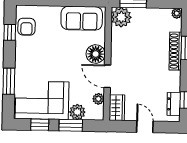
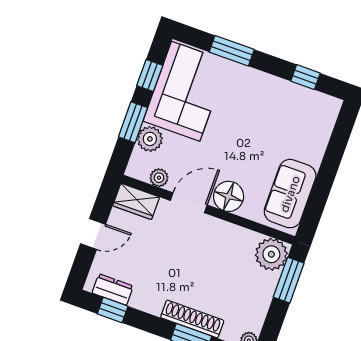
armchair: (26, 27) -> (305, 105), removed

